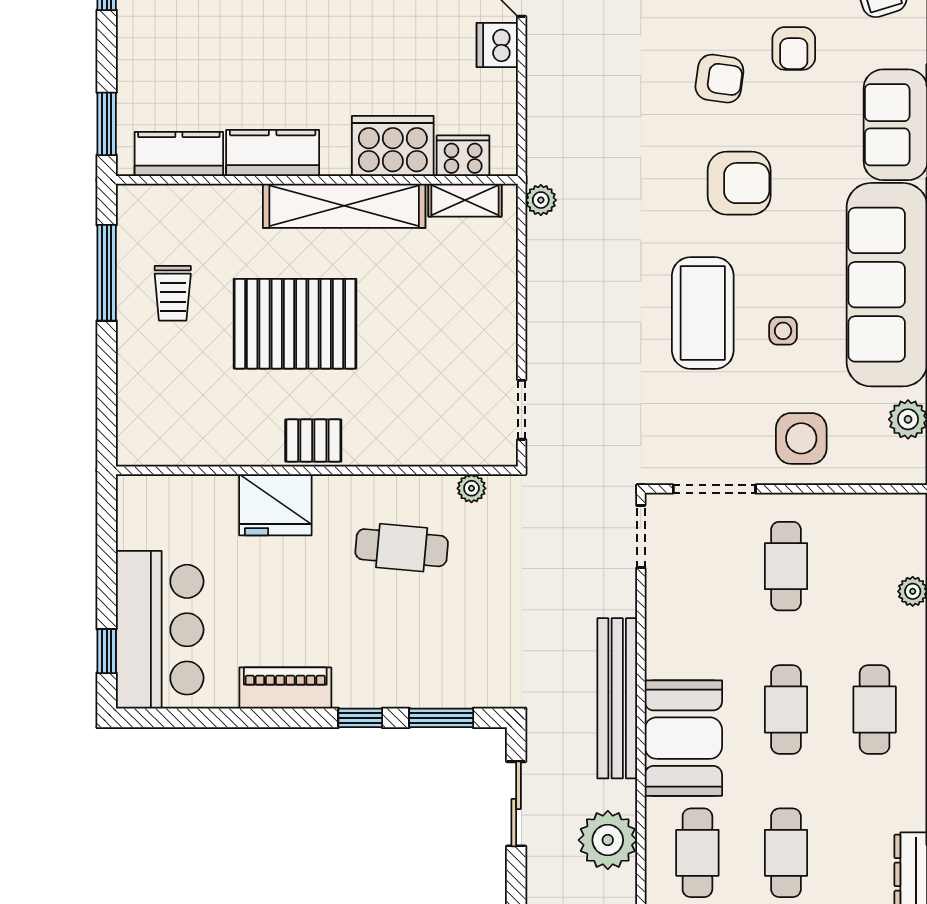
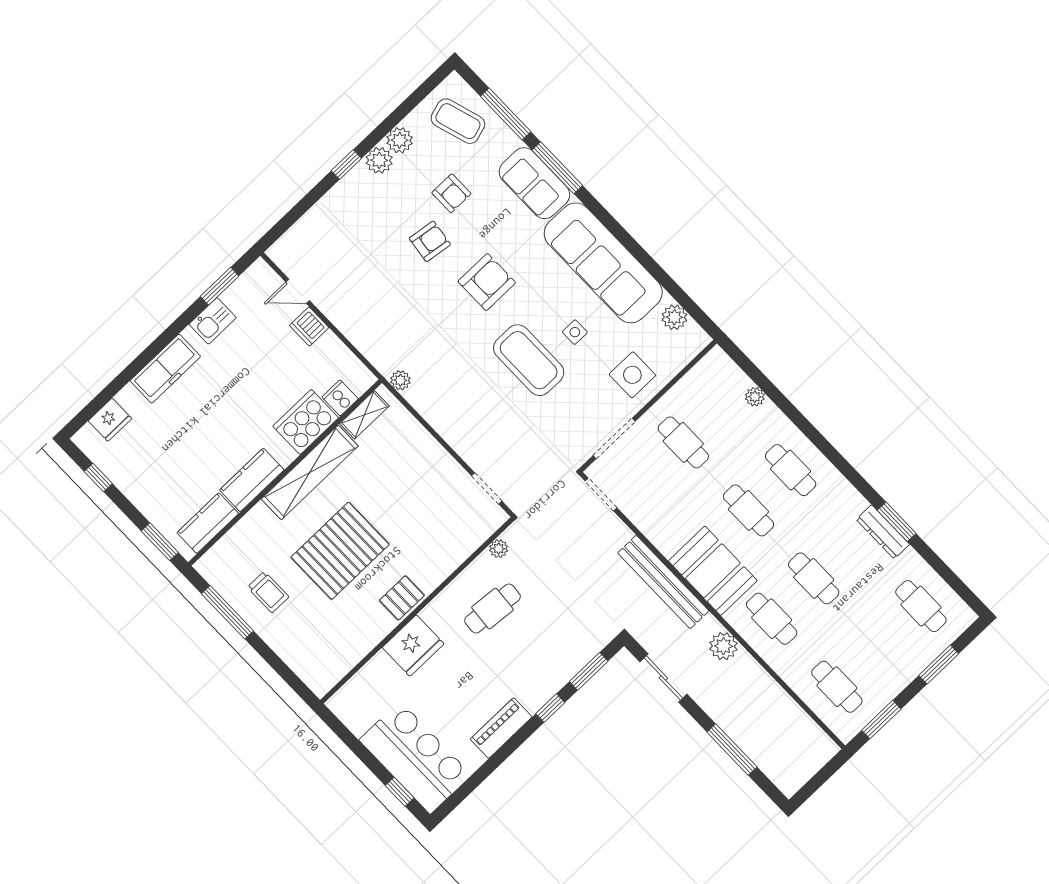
cooker: (463, 156) -> (340, 398), width x0.73
plant: (608, 840) -> (723, 646), width x0.73, depth x0.73

